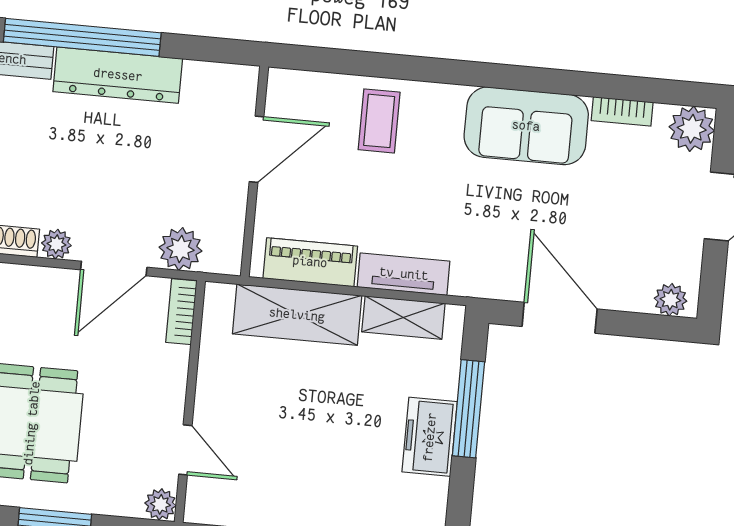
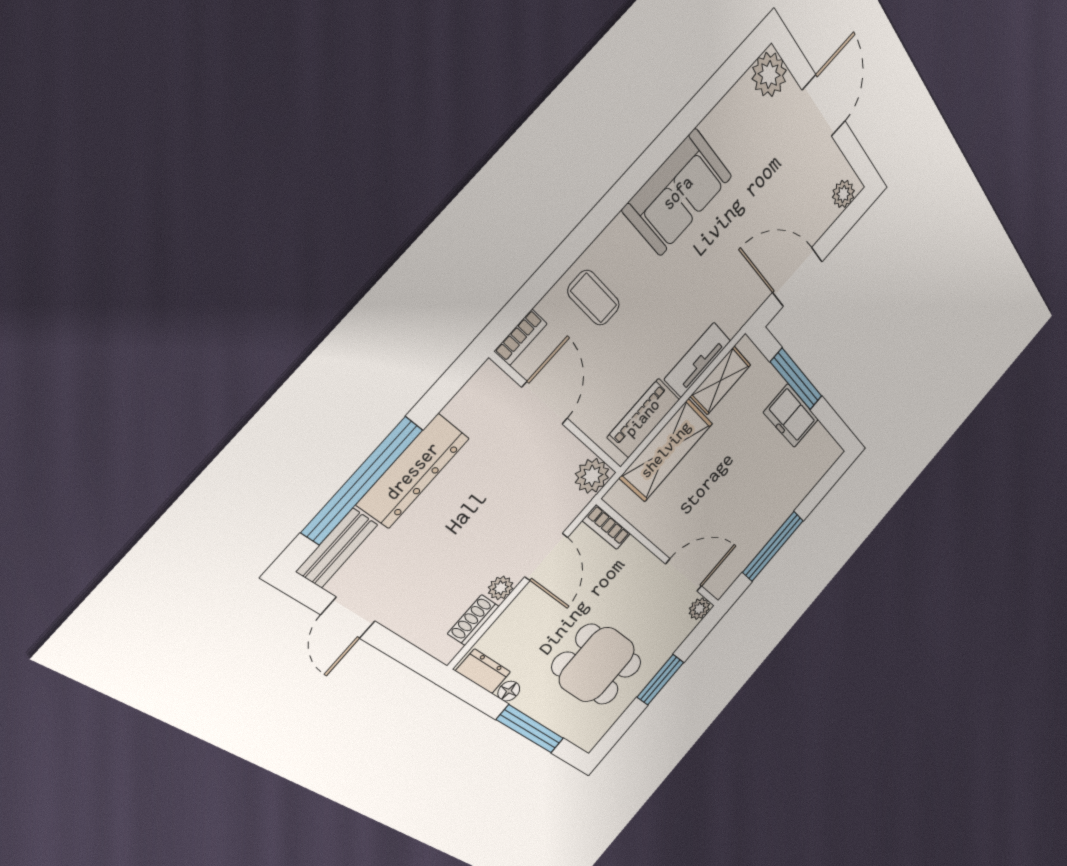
bookcase: (622, 111) -> (521, 337), moved
plant: (181, 249) -> (592, 476), moved
door: (185, 450) -> (684, 575), width x1.38

